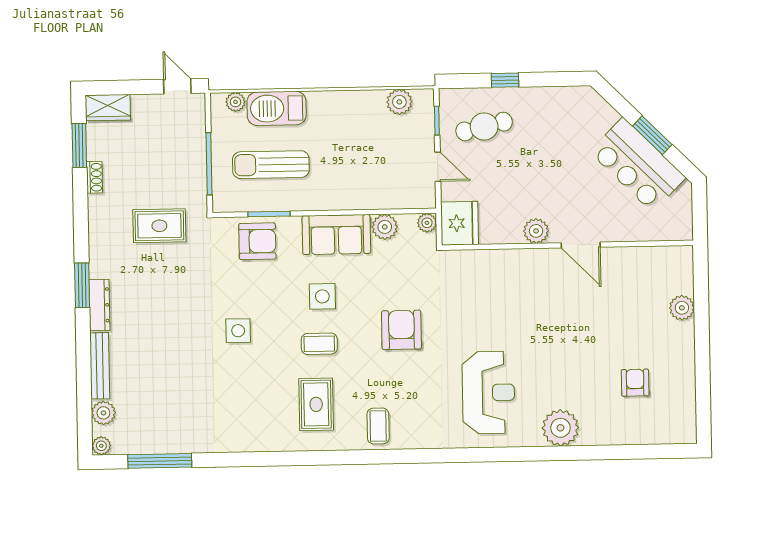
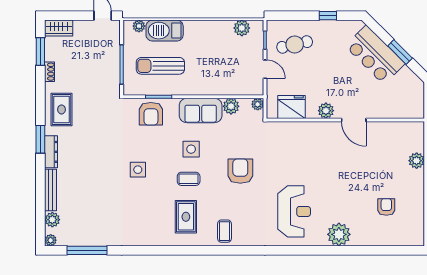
window: (505, 80) -> (328, 16), moved
bar counter: (638, 165) -> (375, 55), moved
fridge: (460, 223) -> (292, 107), moved, turned -90
rug: (159, 226) -> (61, 109), moved, turned 90
armchair: (257, 241) -> (151, 114), turned 90

